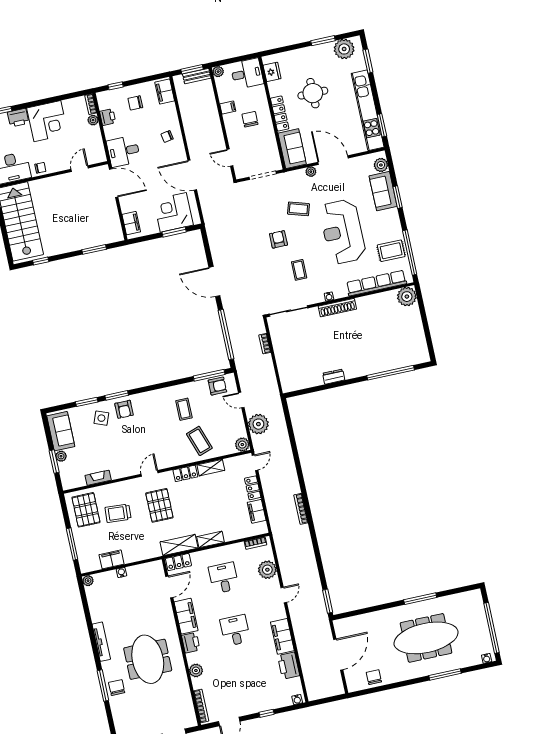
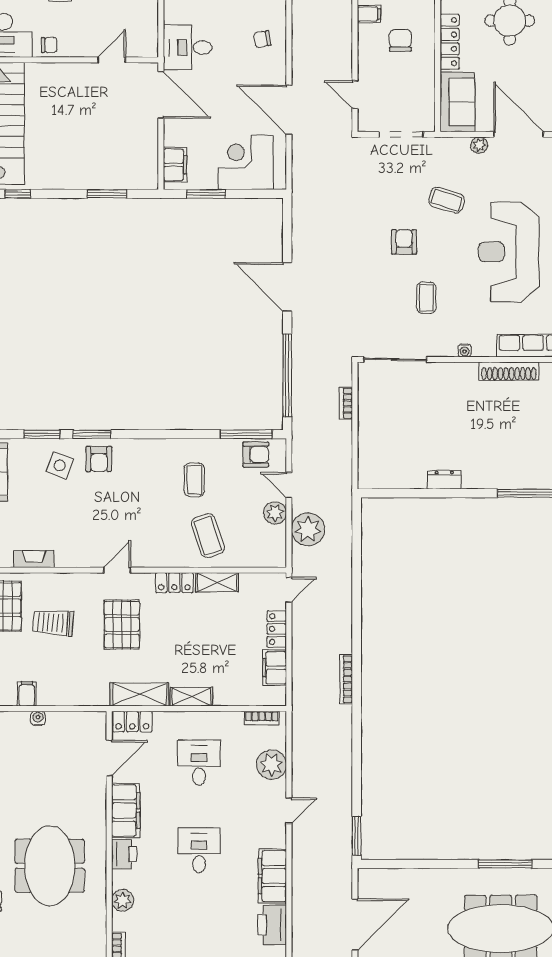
window: (174, 232) -> (206, 194), moved
shoe rack: (337, 308) -> (509, 371), moved
plant: (242, 445) -> (275, 513), moved
filing cabinet: (112, 559) -> (27, 694), width x0.50

